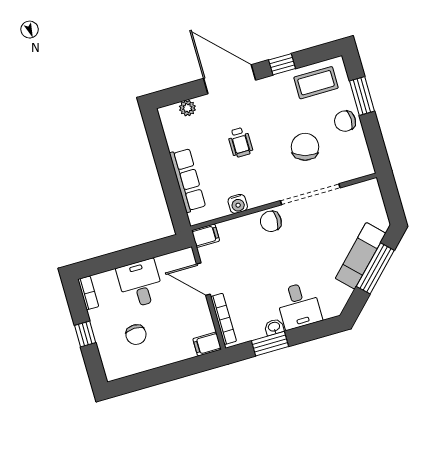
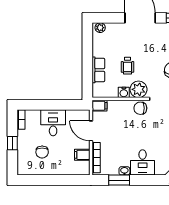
plant: (187, 108) -> (100, 28), moved
wheelchair: (240, 142) -> (127, 66), moved
row of seats: (188, 180) -> (98, 70), width x0.68
plant: (259, 192) -> (138, 89), added
filing cabinet: (207, 344) -> (82, 155), moved

